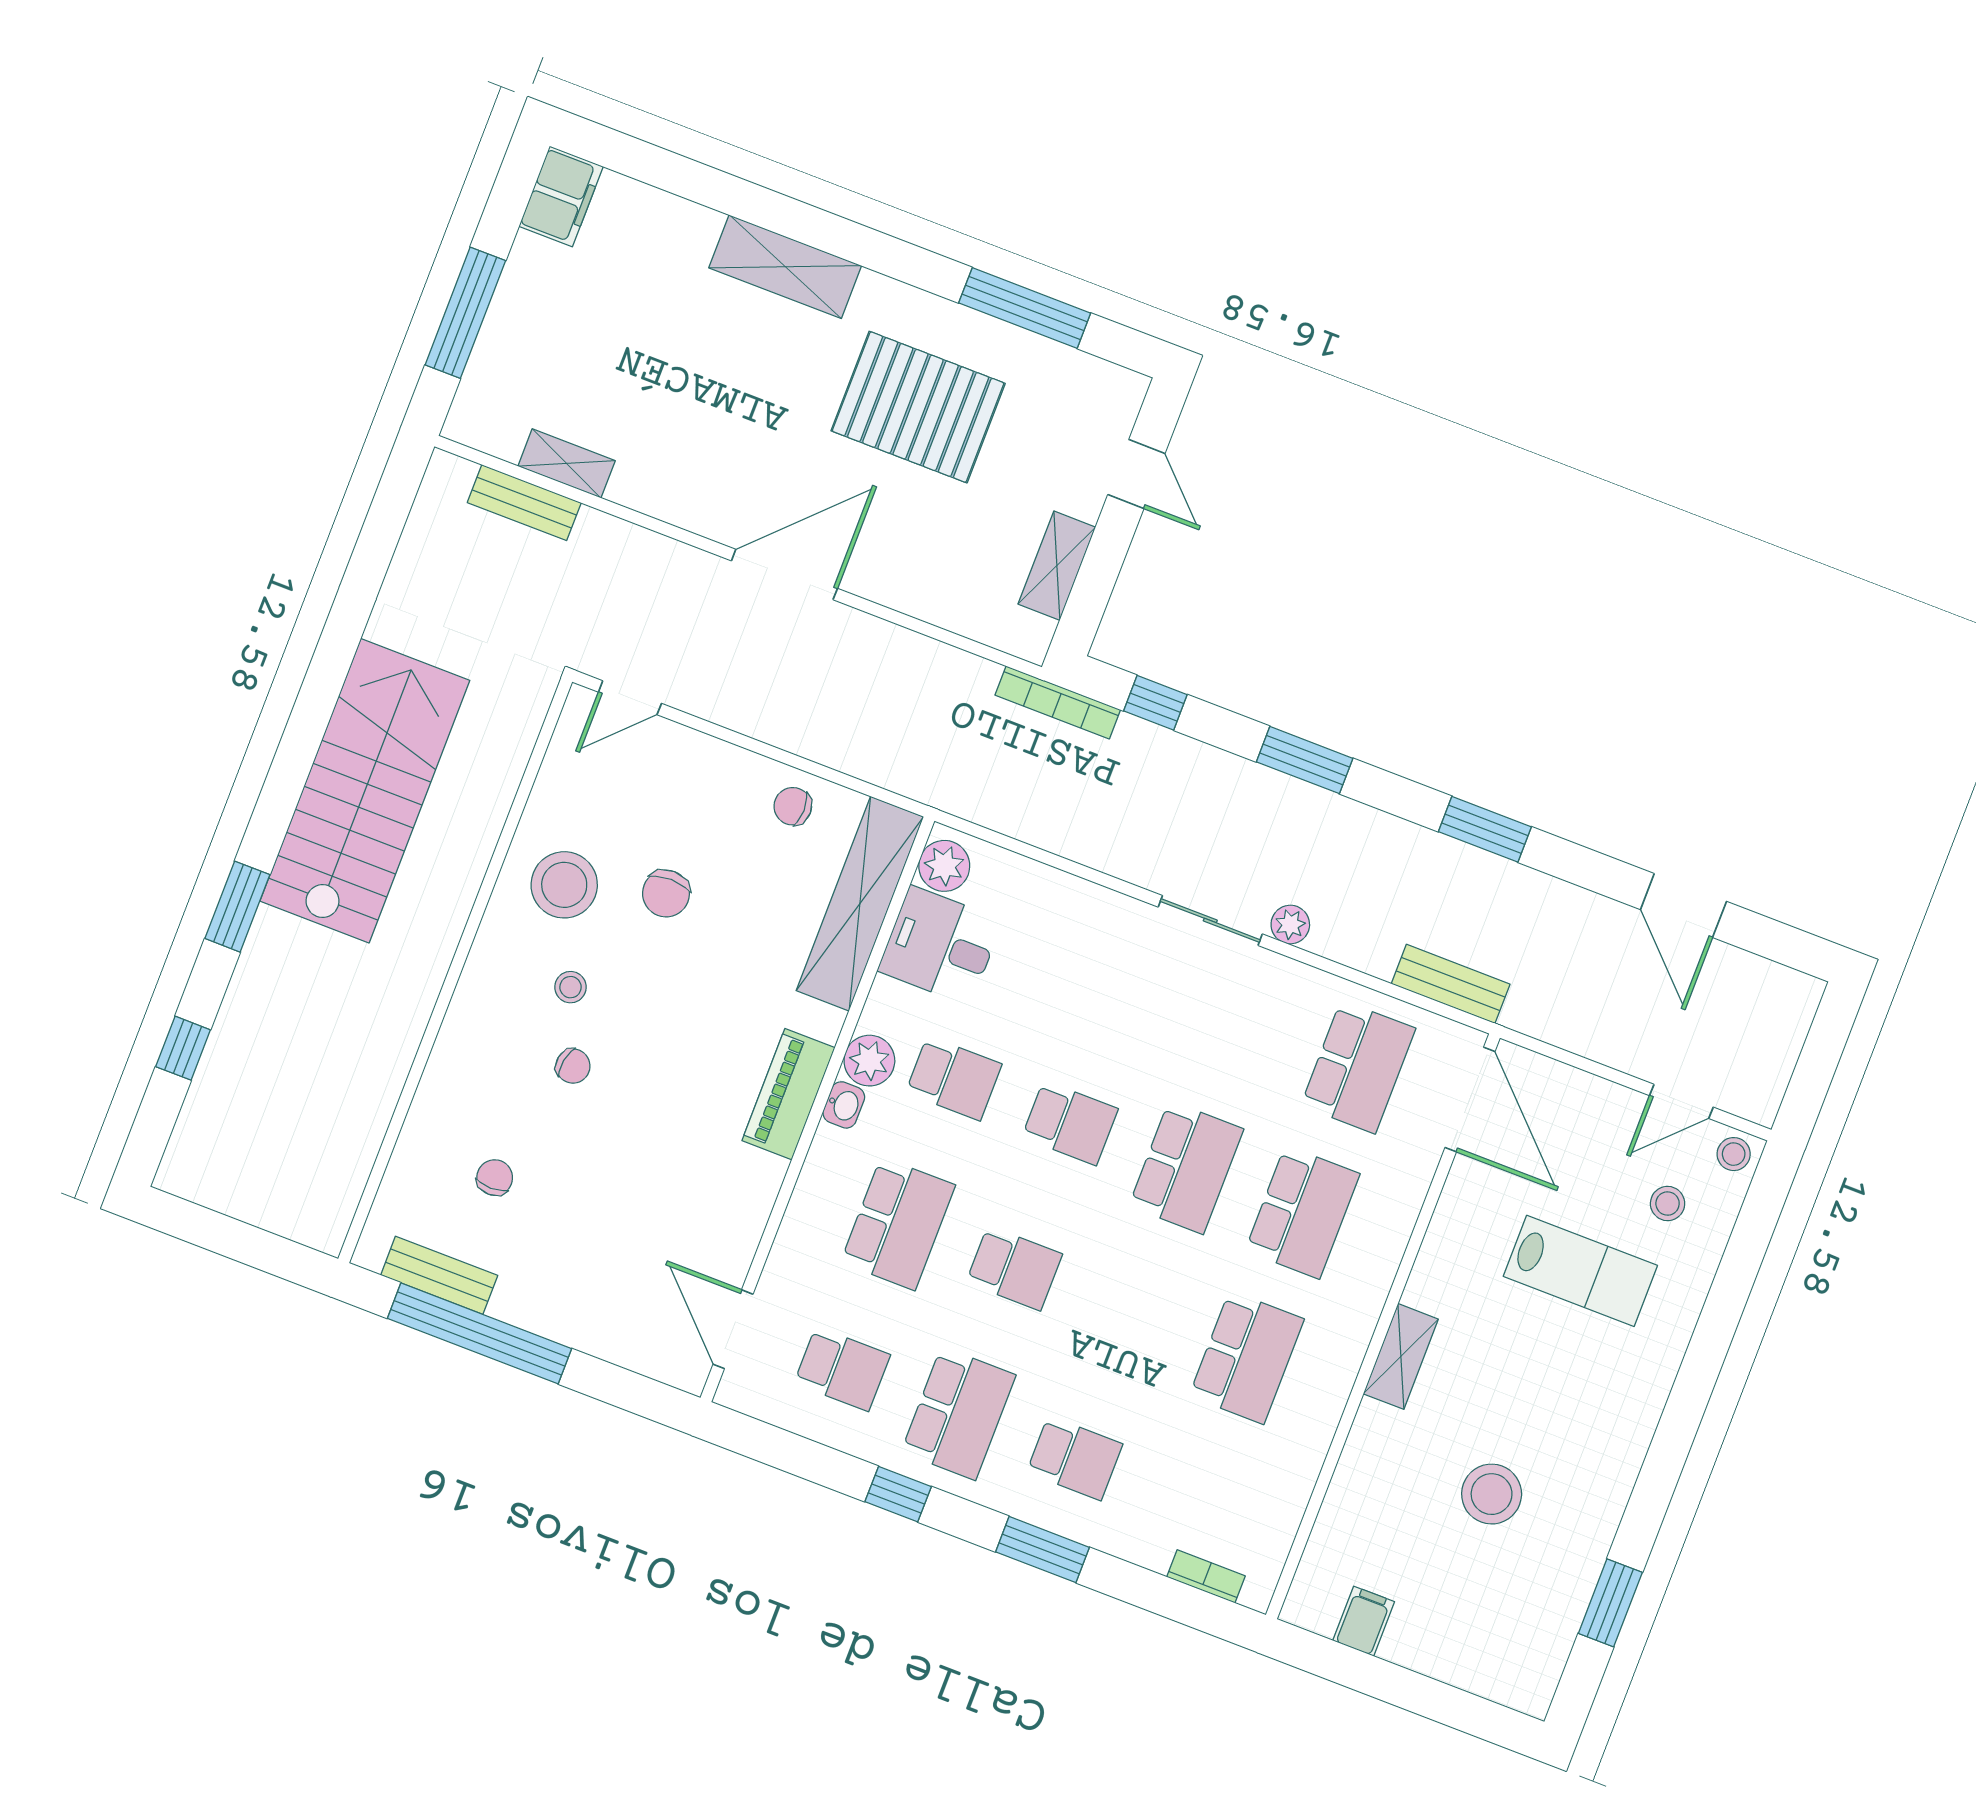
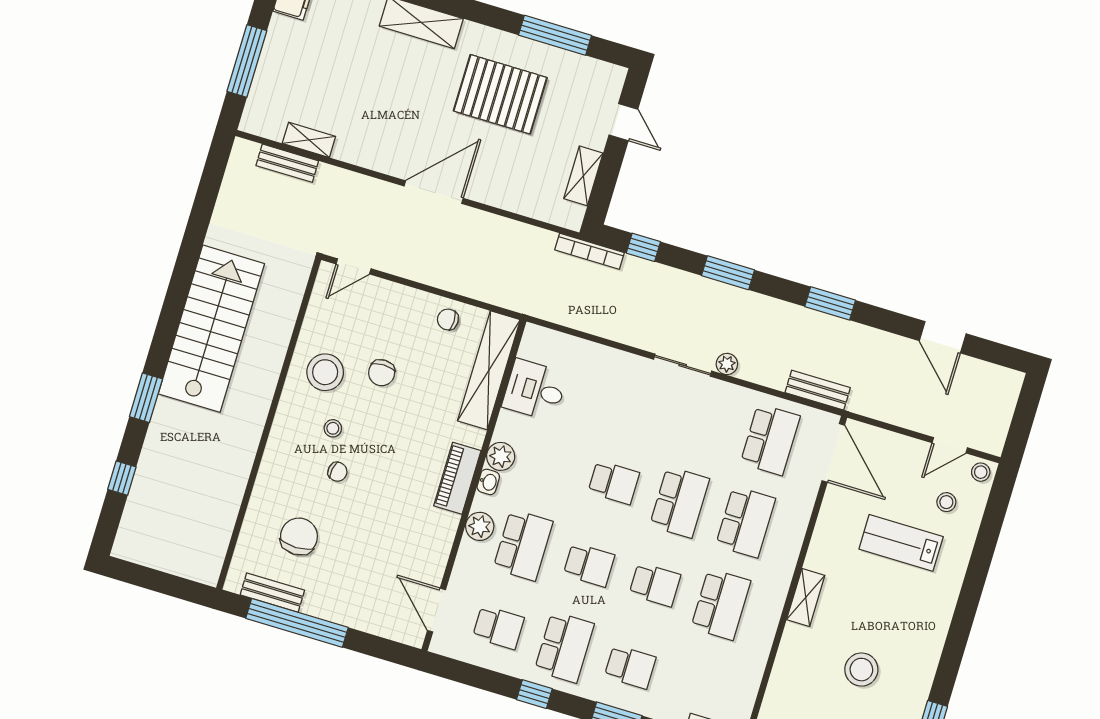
plant: (944, 866) -> (480, 526), moved
school desk: (954, 1078) -> (655, 585), moved
chair: (495, 1178) -> (299, 536), width x1.87, depth x1.87
lab bench: (1580, 1271) -> (901, 543), turned 180

